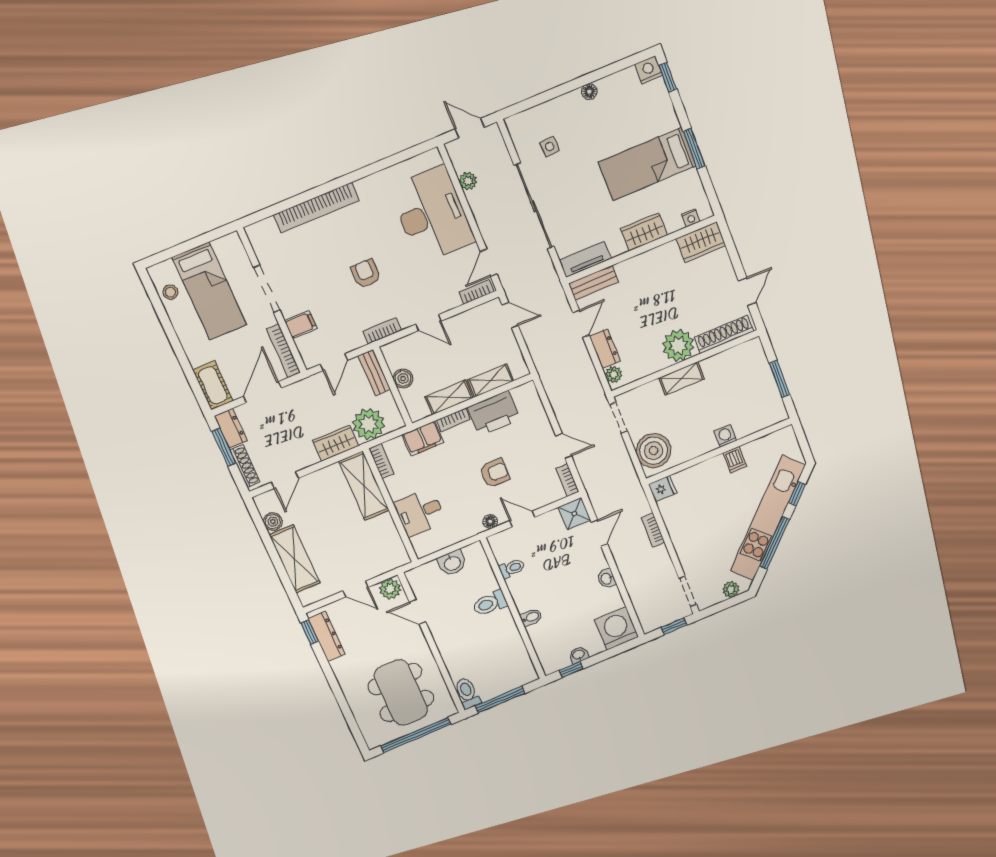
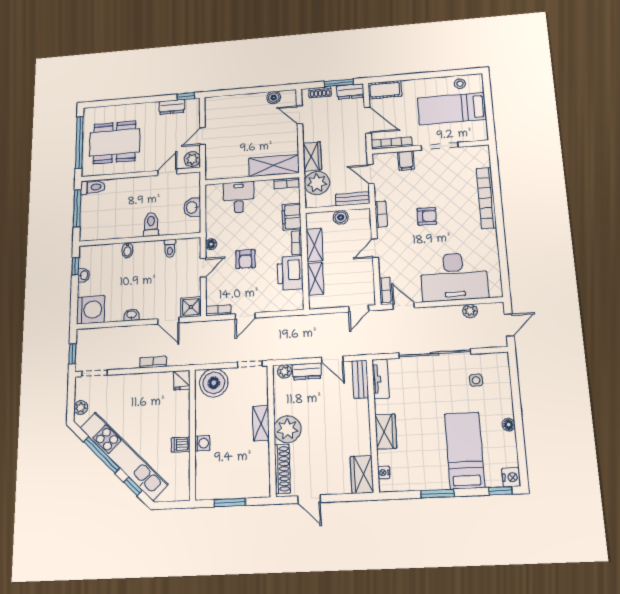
bed: (647, 164) -> (465, 450), moved
shoe rack: (245, 466) -> (320, 92), width x0.70
shelving: (295, 559) -> (241, 103), removed
dresser: (327, 636) -> (172, 107), width x0.70

